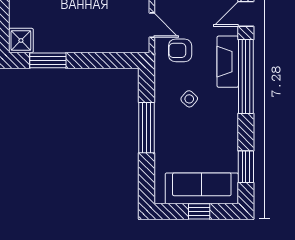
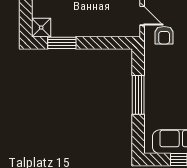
armchair: (180, 50) -> (164, 35), turned -90
side table: (189, 99) -> (171, 73), removed

